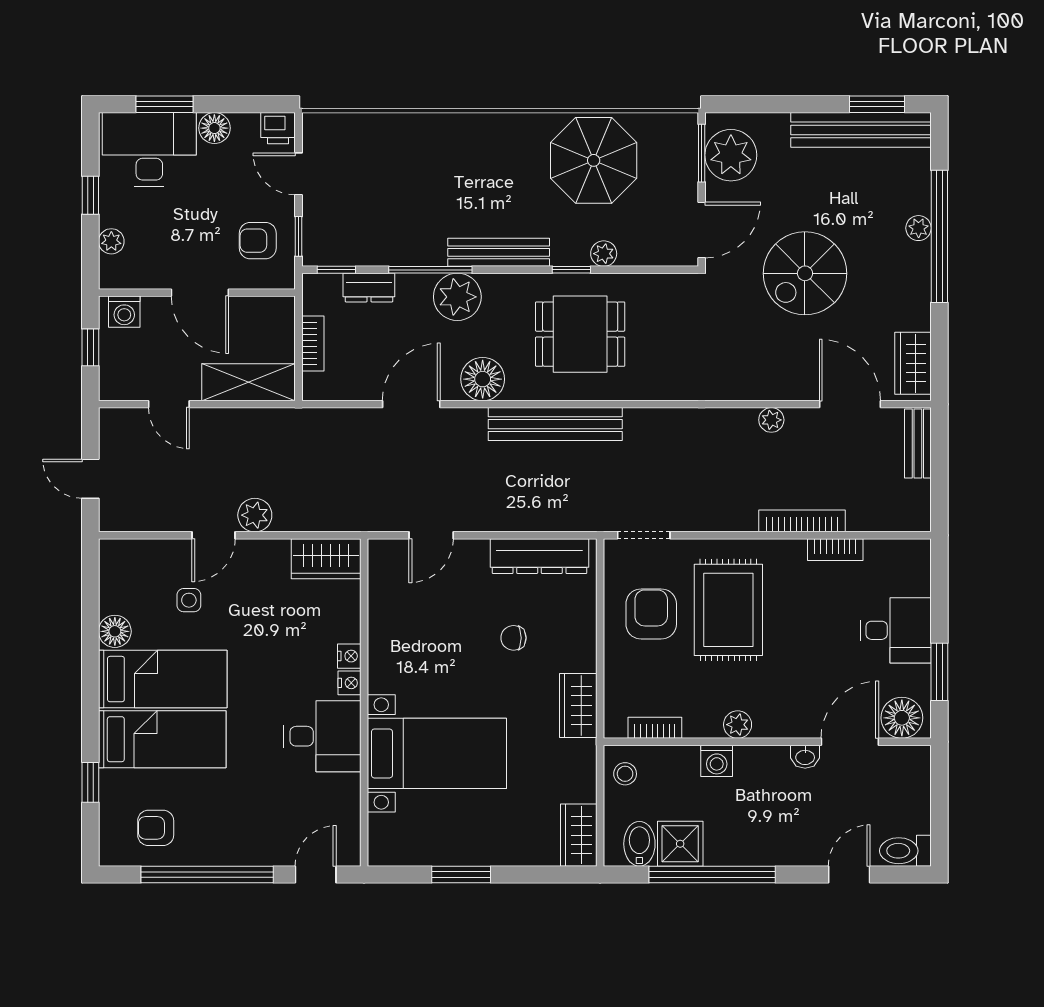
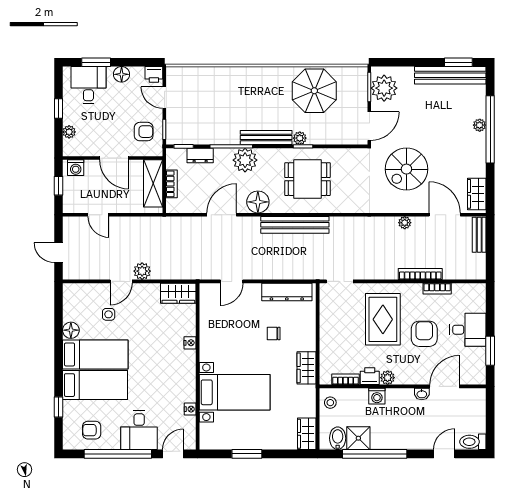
desk: (149, 149) -> (88, 85), width x0.73
armchair: (258, 241) -> (144, 132), turned 180
plant: (604, 254) -> (300, 138), moved
spiral stairs: (805, 273) -> (406, 169), moved
shelving: (249, 382) -> (153, 183), moved, turned 90
armchair: (651, 614) -> (424, 334), moved
nightstand: (349, 683) -> (190, 409), moved
floor lamp: (902, 718) -> (471, 374), removed
printer: (703, 722) -> (370, 376), added
desk: (322, 736) -> (139, 430), moved, turned 90

